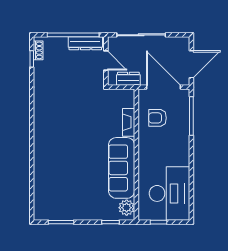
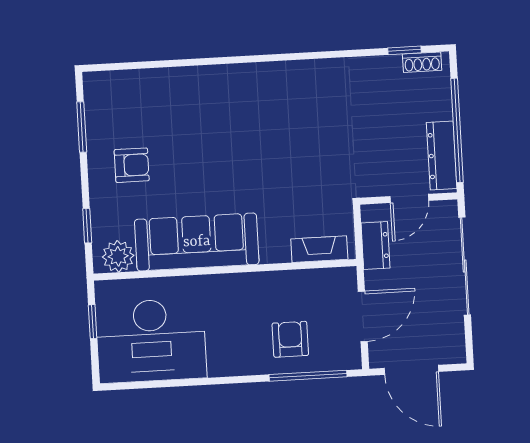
door: (163, 87) -> (363, 316), width x0.73
armchair: (158, 118) -> (290, 339), moved
fireplace: (129, 122) -> (319, 249), moved
armchair: (81, 198) -> (132, 165), added

